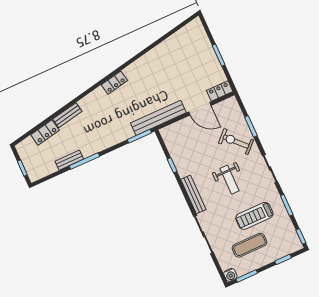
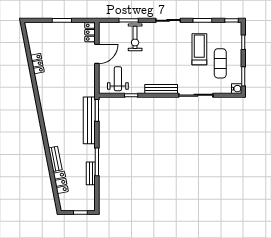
locker: (114, 83) -> (37, 64), moved
bench: (158, 118) -> (89, 120), moved
exercise bike: (236, 142) -> (135, 37), turned -46
weight bench: (230, 180) -> (118, 79), moved, turned -90
treadmill: (254, 216) -> (199, 49), turned 180

